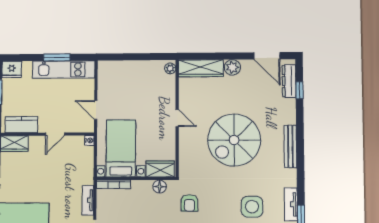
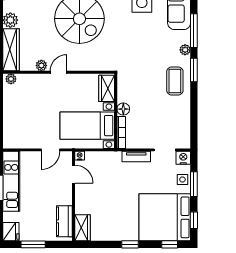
plant: (184, 100) -> (41, 65), added
door: (55, 134) -> (74, 174), moved
floor lamp: (160, 187) -> (123, 109), moved
armchair: (189, 203) -> (139, 61), removed

